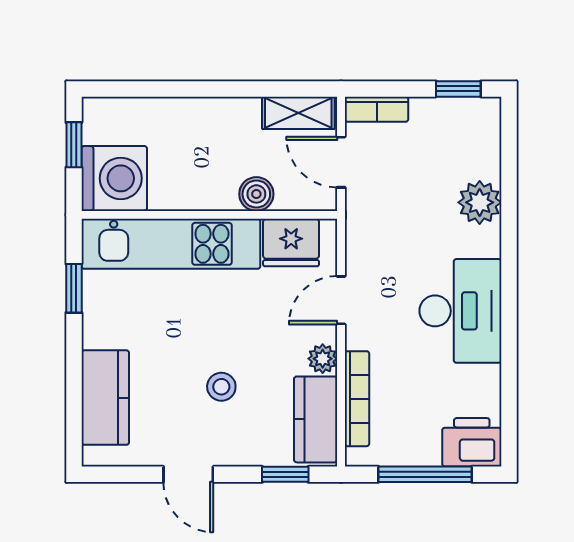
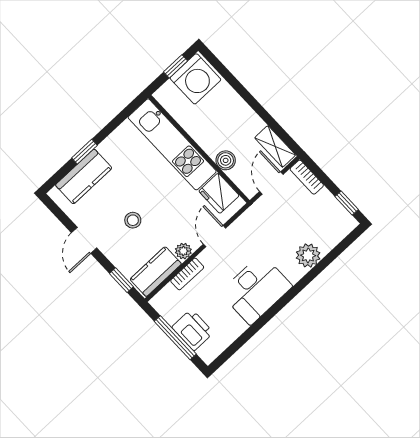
washing machine: (114, 178) -> (195, 79), moved
window: (74, 288) -> (84, 152), moved
door: (341, 300) -> (214, 236), hinge flipped
bookcase: (357, 399) -> (187, 274), width x0.64
printer: (472, 442) -> (193, 330), moved

